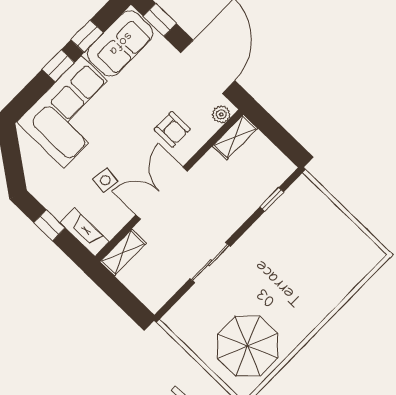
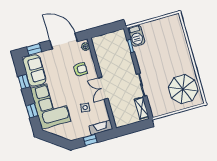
window: (58, 66) -> (32, 111), moved
shelving: (235, 137) -> (98, 46), removed
double door: (162, 193) -> (103, 88), width x0.73
barbecue: (298, 199) -> (136, 36), added
shelving: (123, 252) -> (142, 108), moved

